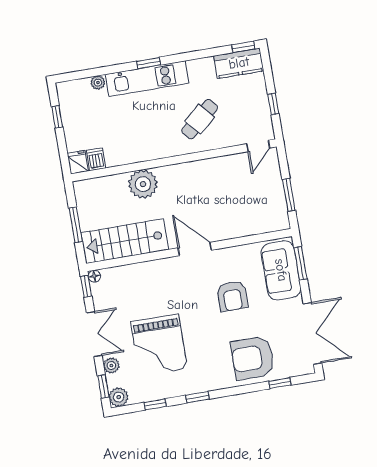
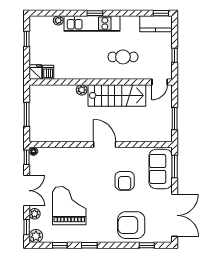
cafe table: (200, 119) -> (123, 57), turned 41
plant: (143, 184) -> (82, 90), width x0.53, depth x0.53
stairs: (125, 241) -> (117, 95), moved, turned 180
grand piano: (159, 345) -> (69, 206), turned 180

